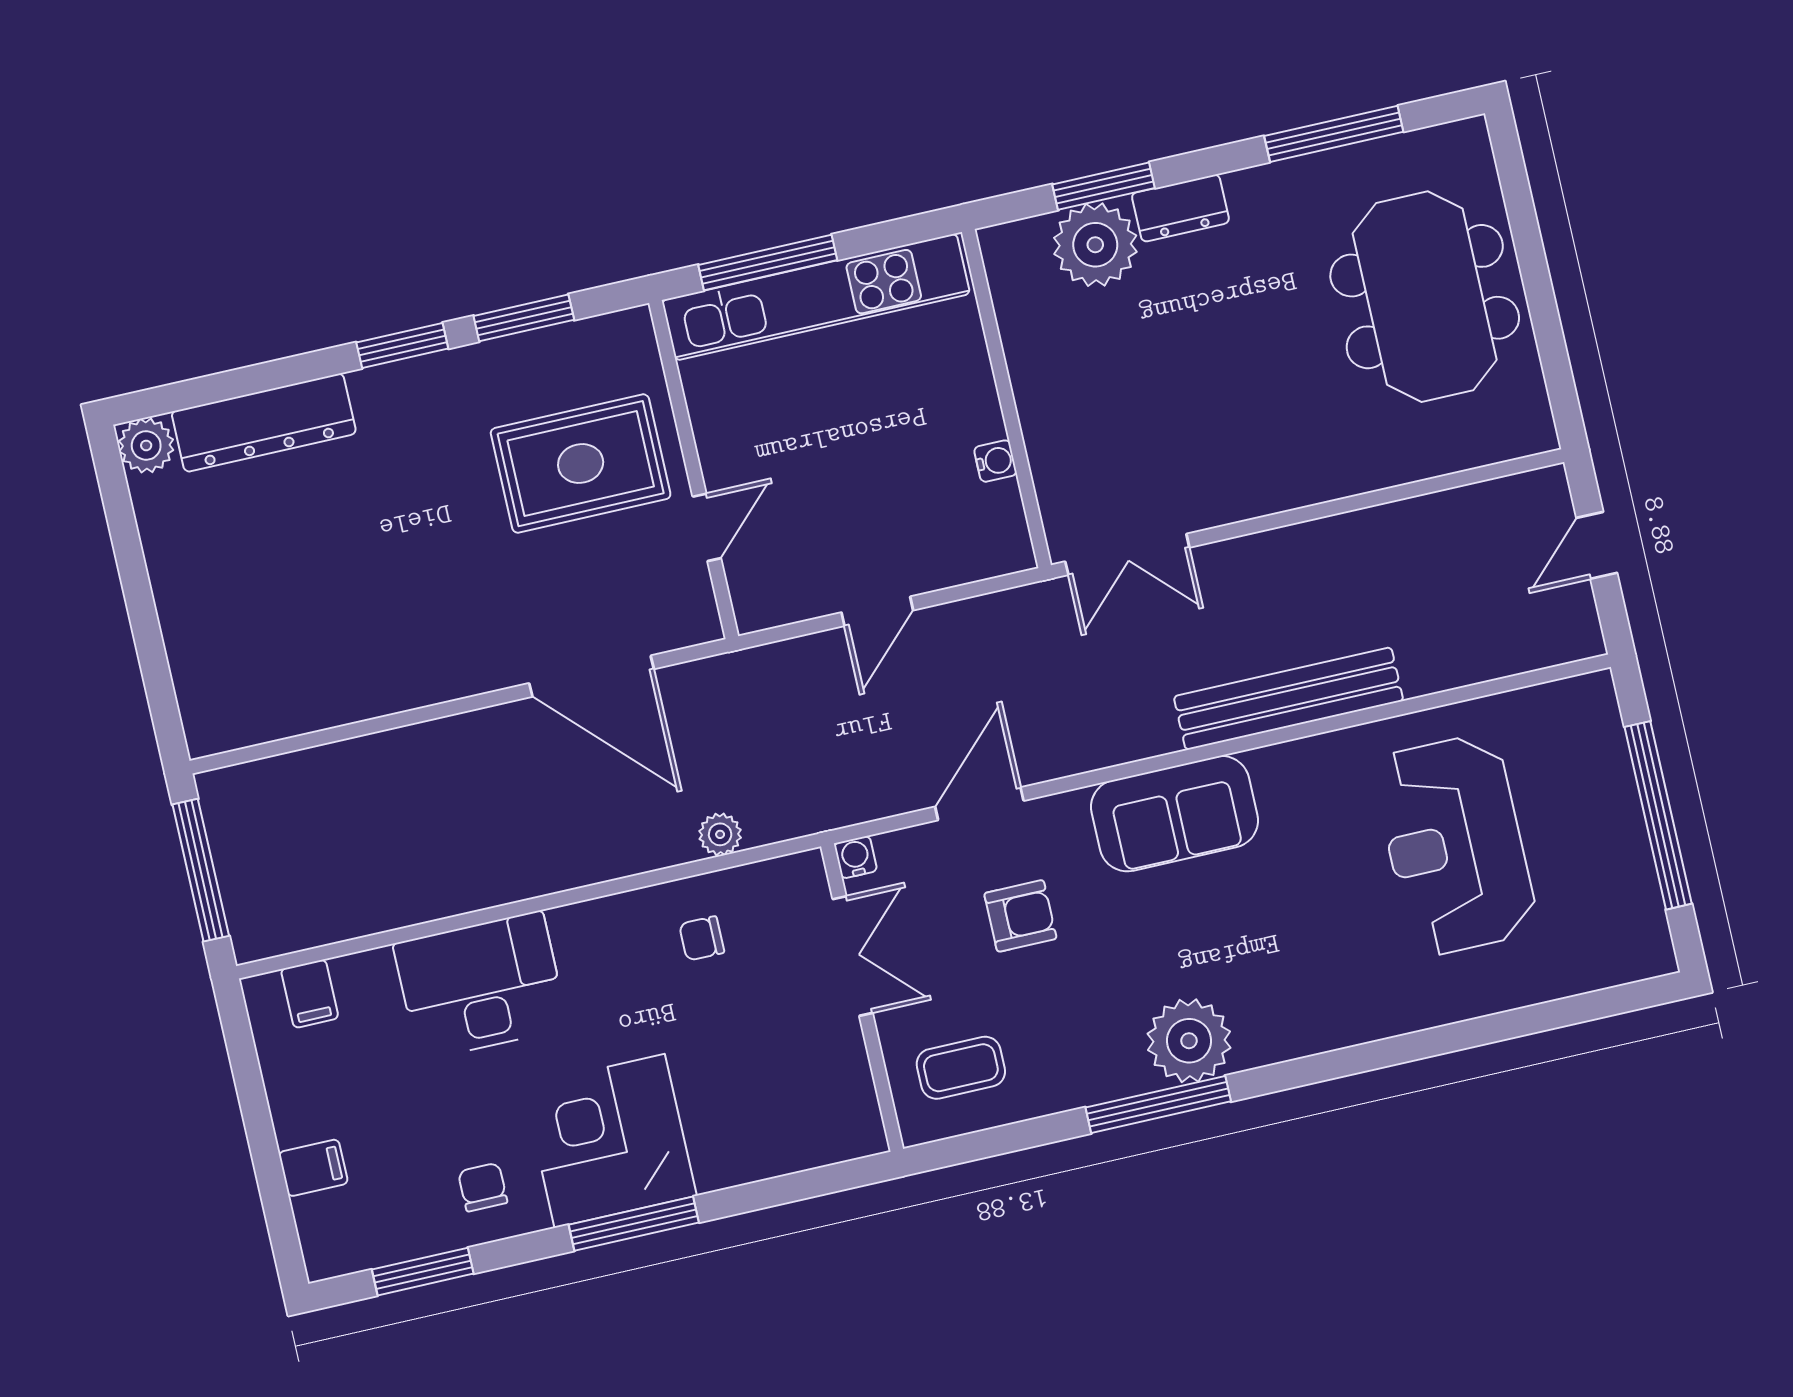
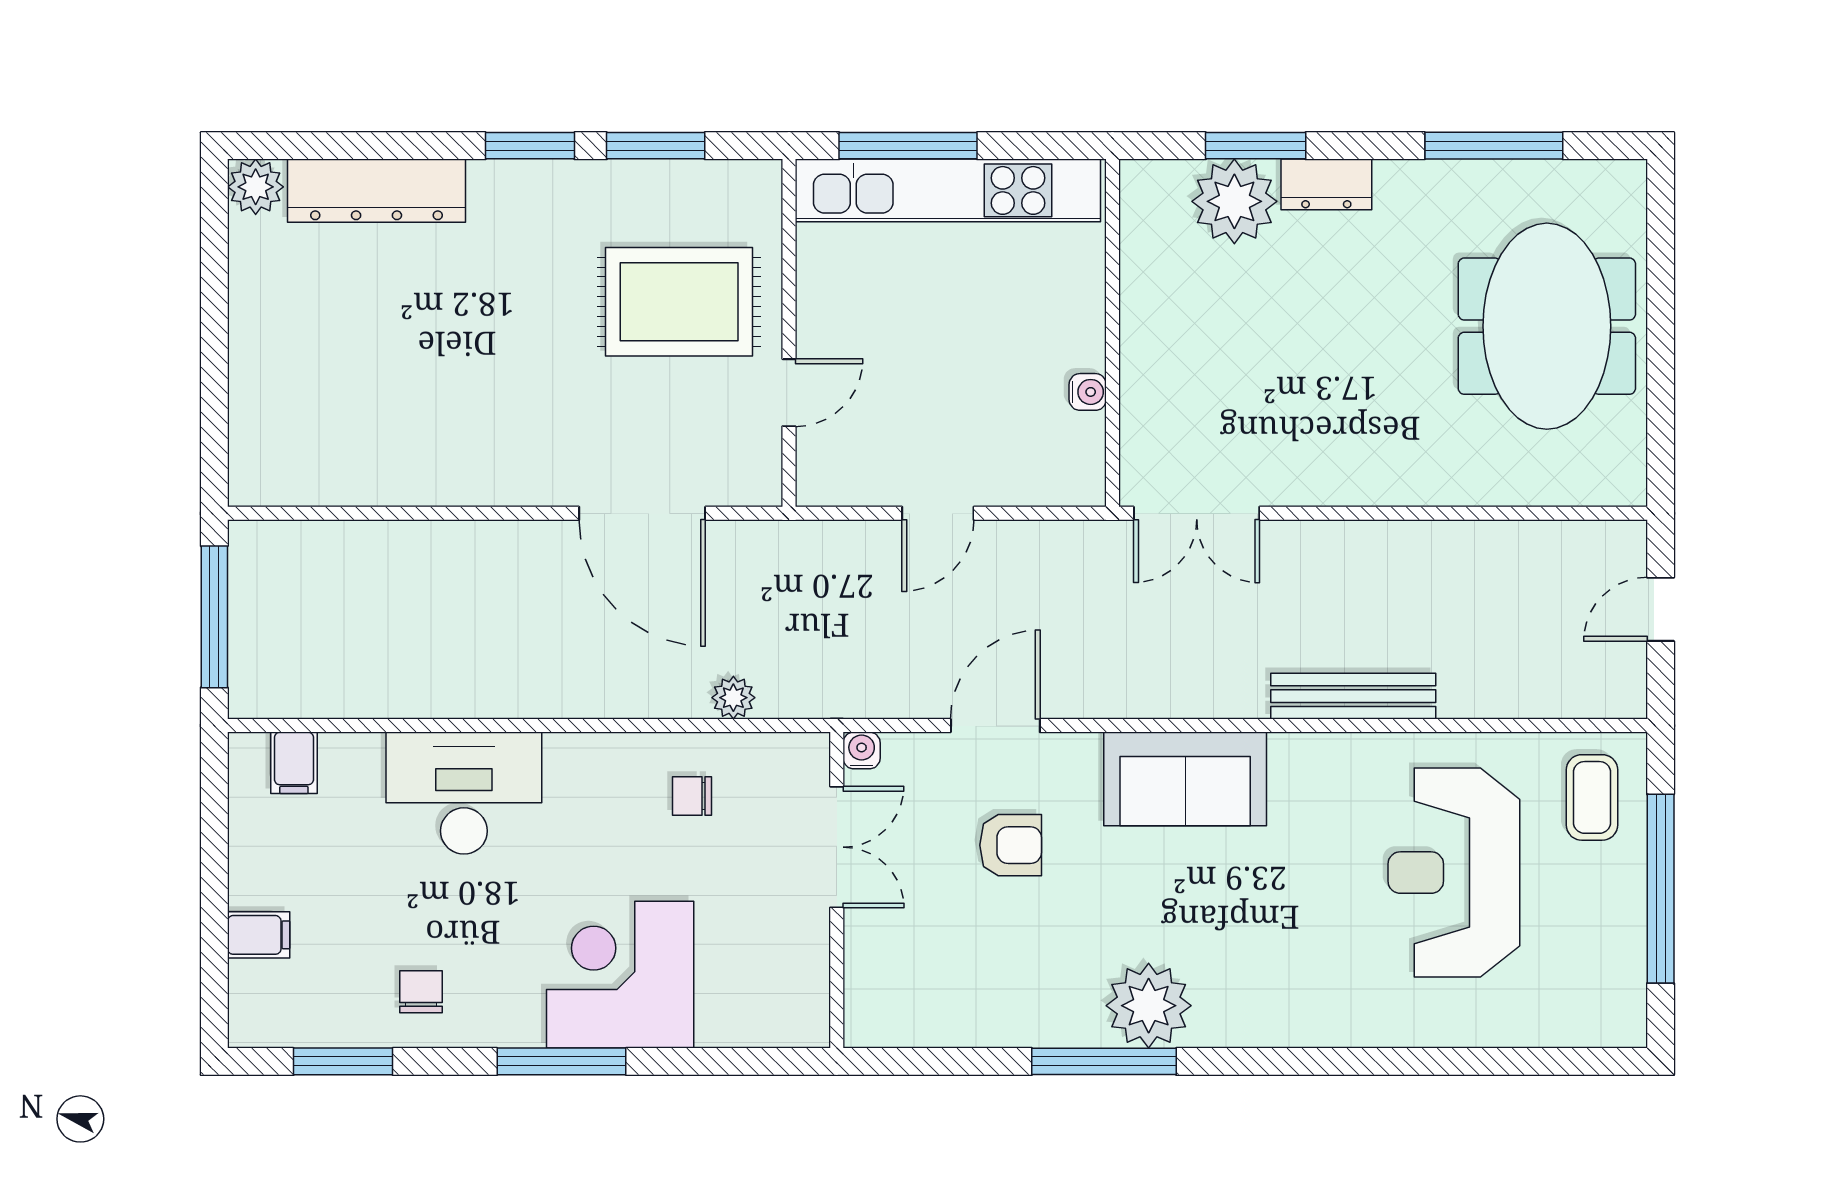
bench: (1288, 699) -> (1353, 696), width x0.73, depth x0.82
coffee table: (961, 1068) -> (1592, 797), moved, turned 90
corner desk: (610, 1141) -> (620, 975), moved

